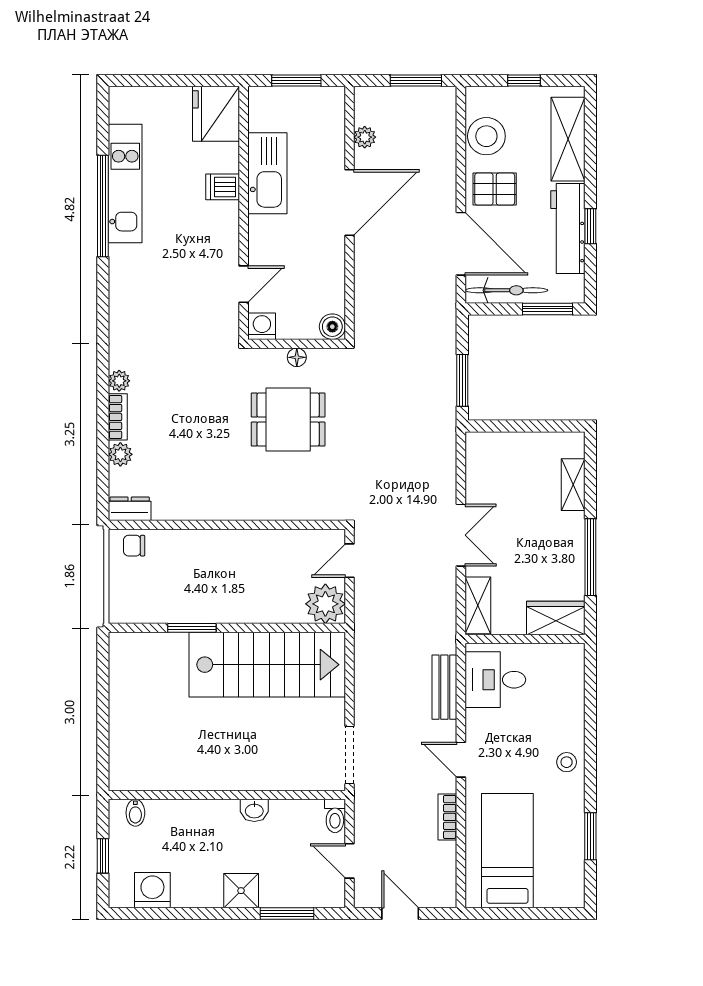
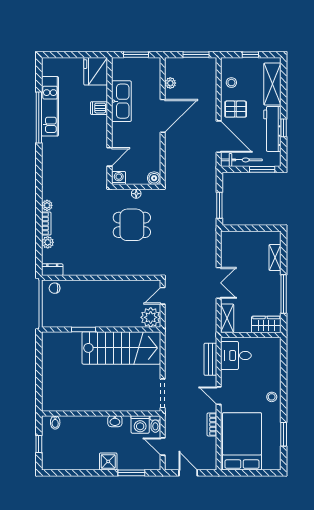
stool: (486, 136) -> (231, 83), width x0.53, depth x0.53
bed: (507, 851) -> (242, 441), width x1.50
washing machine: (152, 890) -> (140, 424), moved, turned 180

